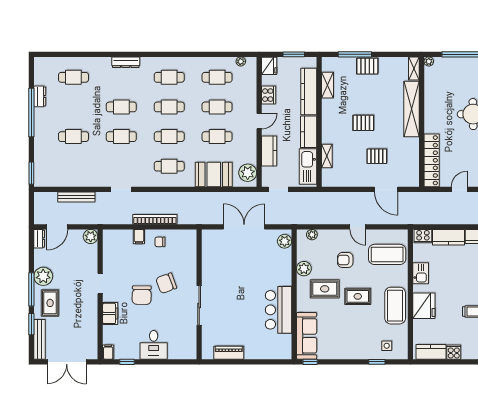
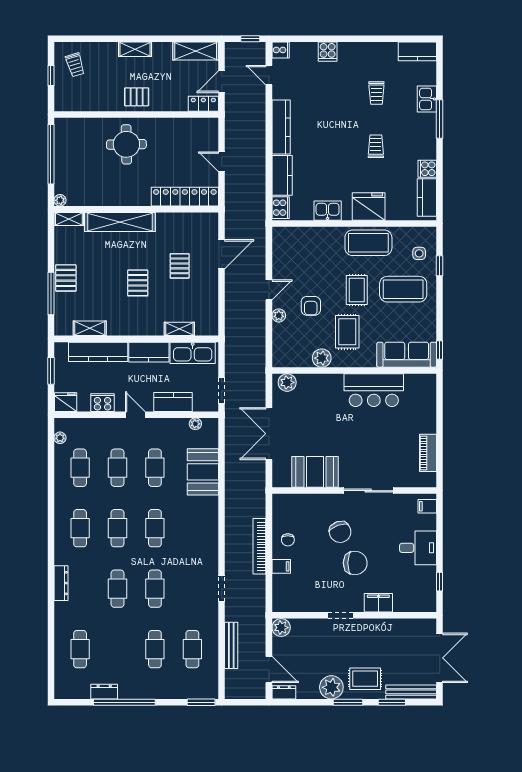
cafe table: (169, 166) -> (192, 649), moved
plant: (248, 173) -> (195, 424), width x0.53, depth x0.53
plant: (312, 235) -> (279, 315), moved
coffee table: (387, 254) -> (403, 289), moved, turned 90
booth: (214, 263) -> (315, 472), added
window: (31, 289) -> (348, 702), width x0.69
filing cabinet: (108, 352) -> (427, 506), moved

